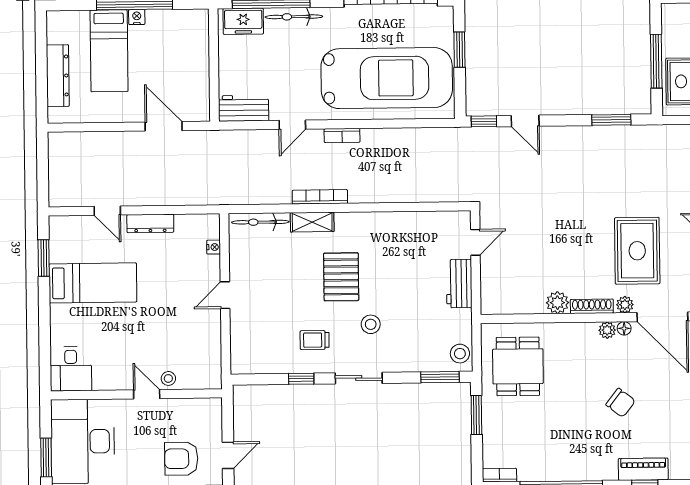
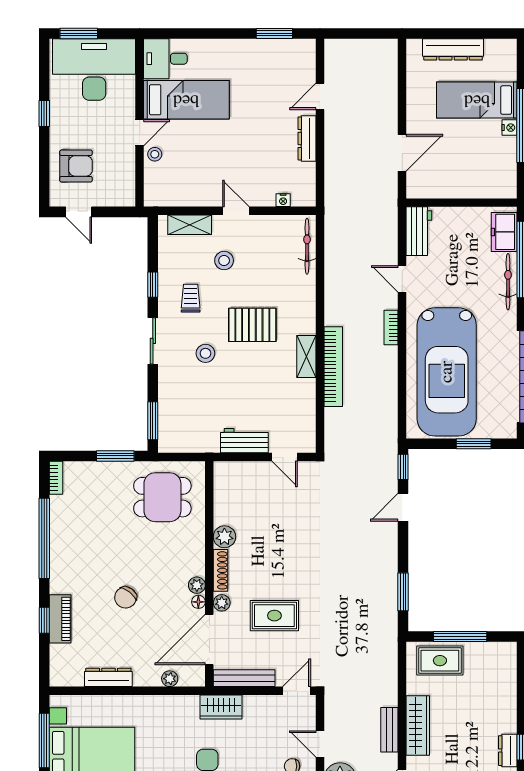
bookcase: (320, 197) -> (333, 367), moved, width x1.48, depth x1.31
shelving: (312, 222) -> (306, 357), moved
rug: (637, 251) -> (274, 616), width x0.73, depth x0.70
bed: (93, 283) -> (186, 100), moved, turned -90
shelving: (240, 342) -> (190, 225), added
stool: (460, 354) -> (224, 261), moved
armchair: (181, 459) -> (76, 166), turned 90

